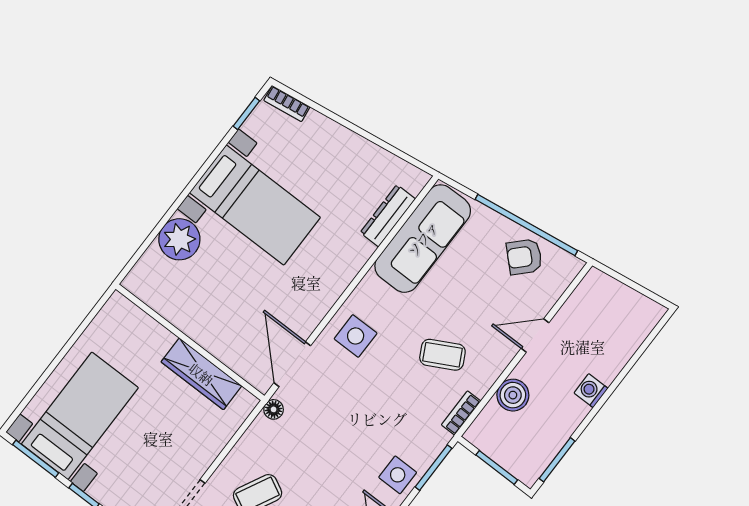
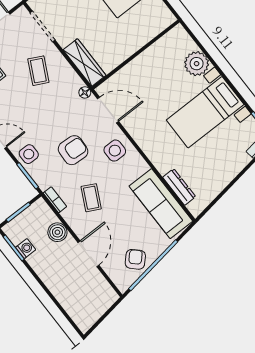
door: (535, 335) -> (88, 254), width x1.38
coffee table: (442, 355) -> (91, 198), turned -35
wardrobe: (201, 374) -> (85, 63), moved, turned 90
washing machine: (591, 391) -> (26, 249), moved
armchair: (373, 404) -> (73, 150), added

